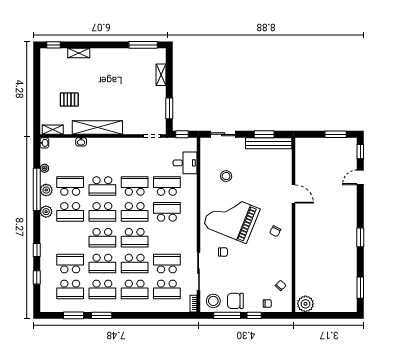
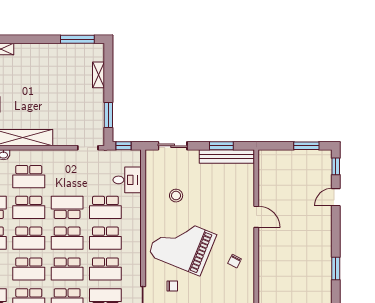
school desk: (102, 160) -> (29, 177), added
school desk: (167, 186) -> (105, 207), turned 180
school desk: (167, 212) -> (105, 238), turned 180
school desk: (167, 238) -> (105, 269), added

